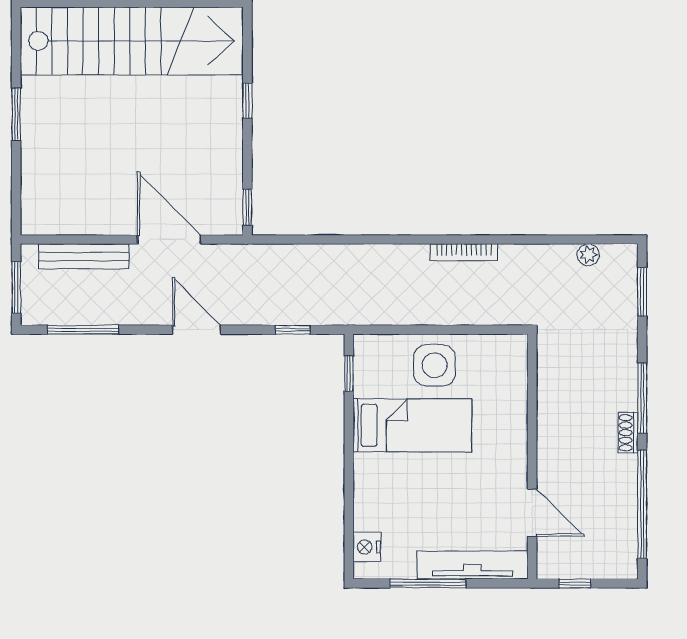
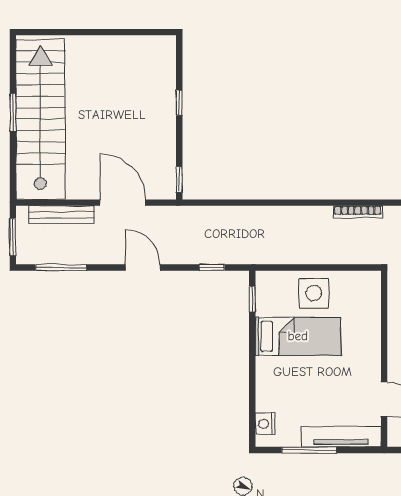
stairs: (132, 41) -> (40, 119), moved, turned -90
bookcase: (464, 252) -> (358, 212), moved

